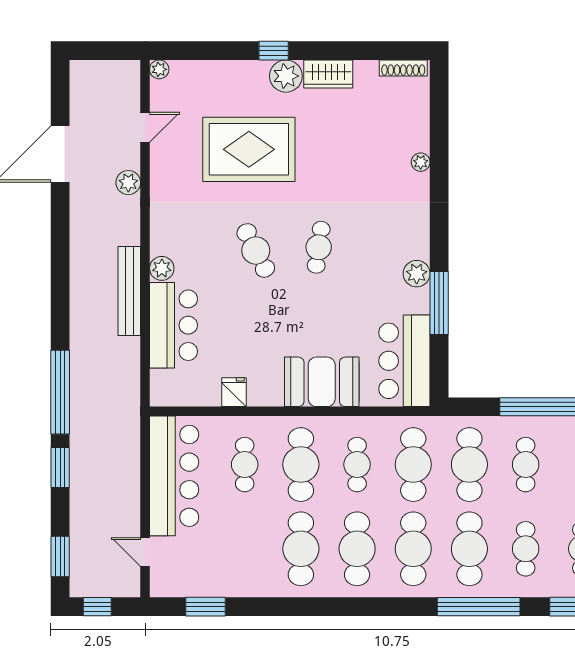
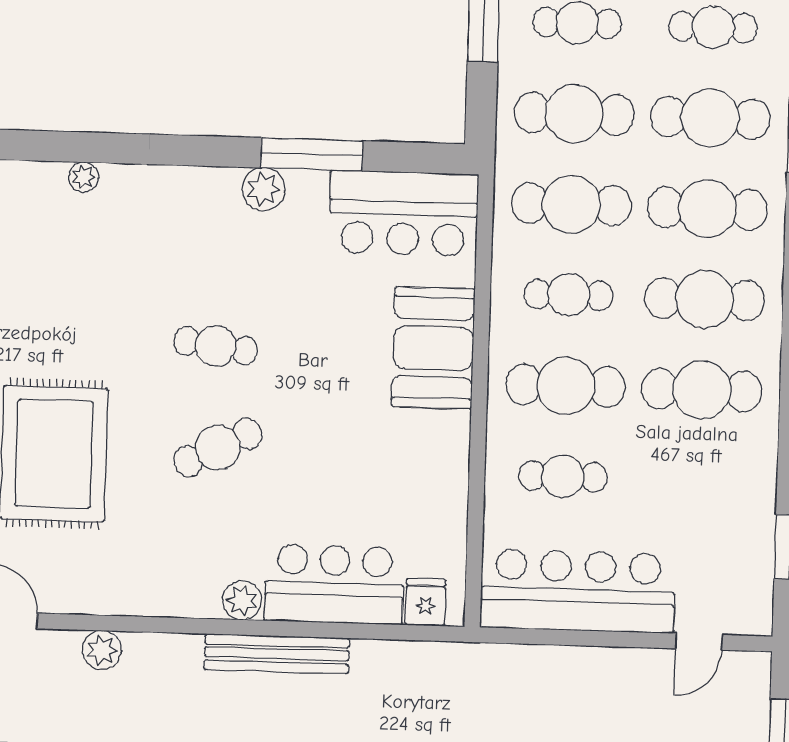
fridge: (234, 392) -> (426, 602), moved, turned 90

